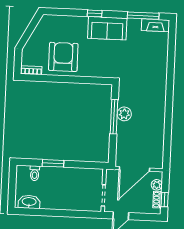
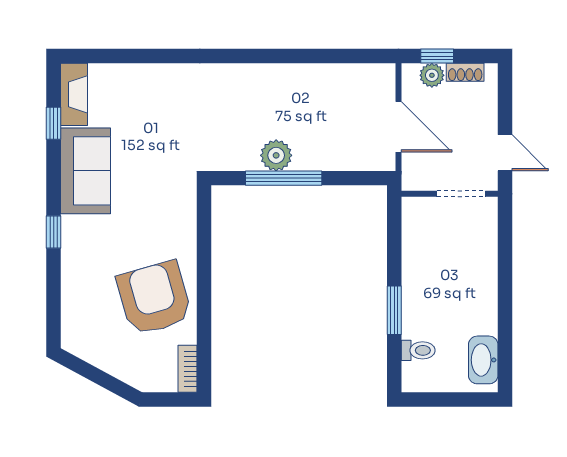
window: (143, 16) -> (54, 123), width x0.46
sofa: (107, 28) -> (85, 171), moved
armchair: (63, 57) -> (154, 298), turned 74
door: (134, 169) -> (398, 127), width x0.73
window: (165, 200) -> (437, 56), moved

